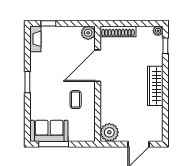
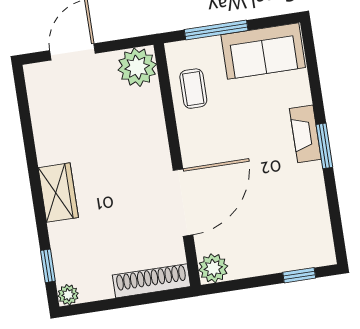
fireplace: (35, 39) -> (305, 134), moved
wardrobe: (155, 86) -> (58, 193), width x0.67
coffee table: (76, 100) -> (193, 89), moved
window: (54, 144) -> (216, 30), moved

